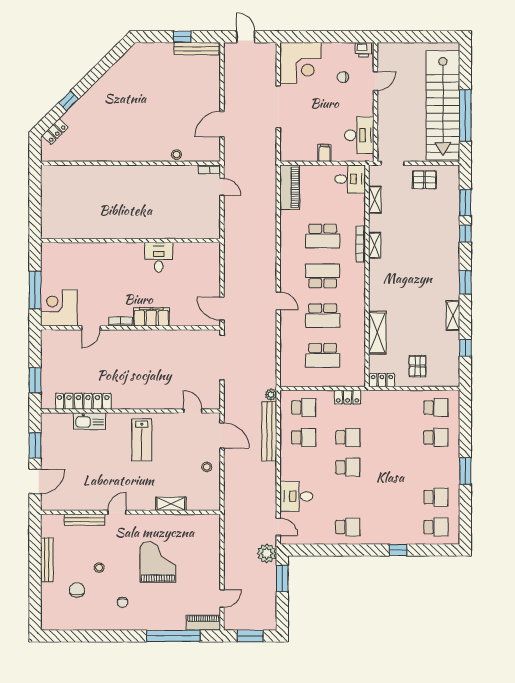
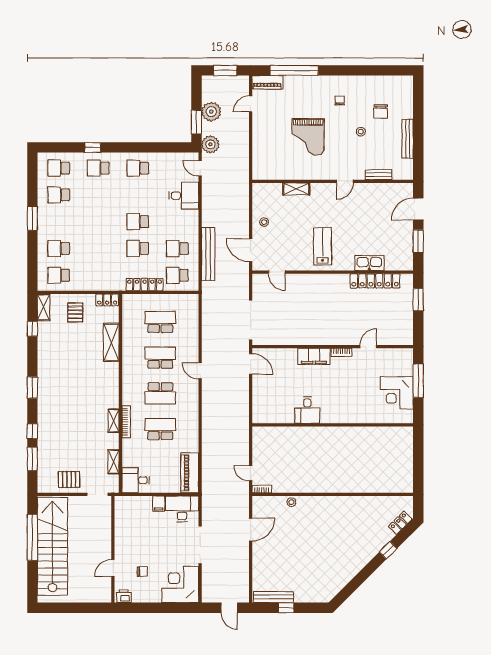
desk: (359, 135) -> (182, 509), moved, turned 90
corner desk: (59, 308) -> (397, 393), moved, turned 90
shelving: (453, 316) -> (43, 307), moved
plant: (271, 395) -> (211, 112), moved, width x1.88, depth x1.88
locker: (348, 397) -> (145, 285), width x1.53
bench: (85, 520) -> (379, 175), width x0.73
school desk: (392, 527) -> (98, 168), added

